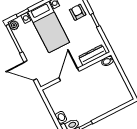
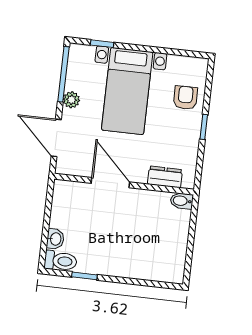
plant: (14, 25) -> (71, 100), moved
dresser: (92, 55) -> (165, 177), width x0.70
door: (69, 74) -> (110, 183), hinge flipped

